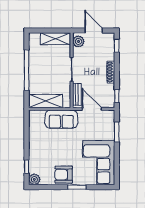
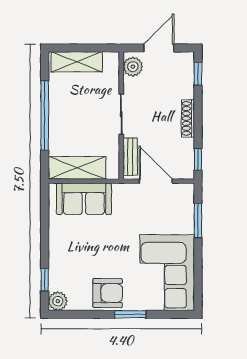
door: (94, 31) -> (159, 48), hinge flipped
shelving: (56, 39) -> (77, 62), moved
sofa: (61, 119) -> (84, 199), moved
armchair: (64, 175) -> (108, 293), turned 180

